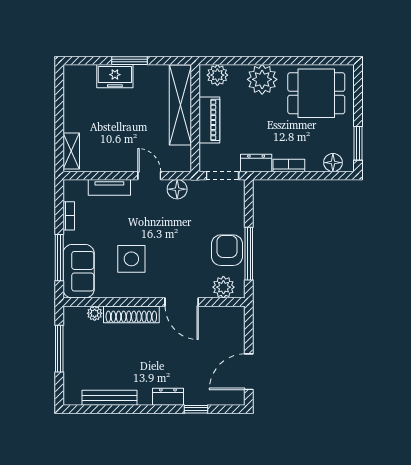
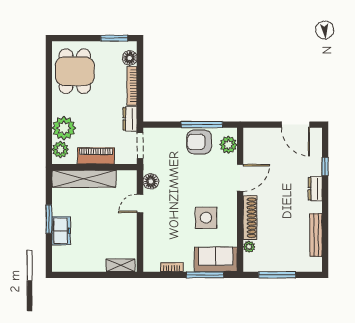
plant: (262, 79) -> (64, 128), moved
bookcase: (289, 165) -> (132, 86), width x1.56
tv unit: (109, 187) -> (149, 235), removed

